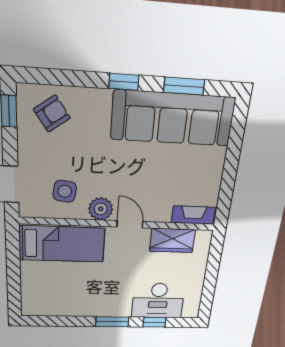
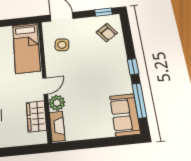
window: (184, 86) -> (139, 100), width x1.44
sofa: (173, 118) -> (125, 115), width x0.54, depth x0.79
plant: (101, 209) -> (57, 103), moved

